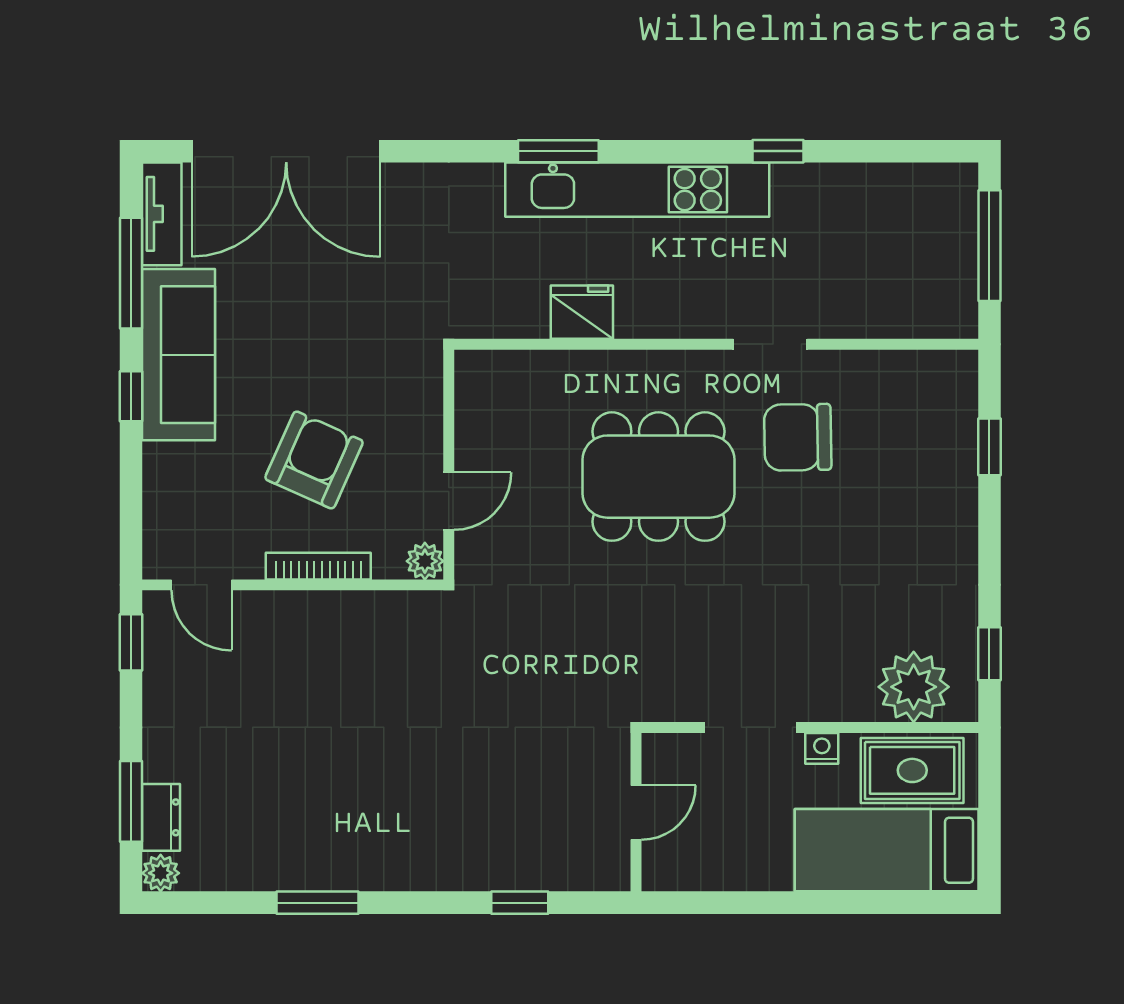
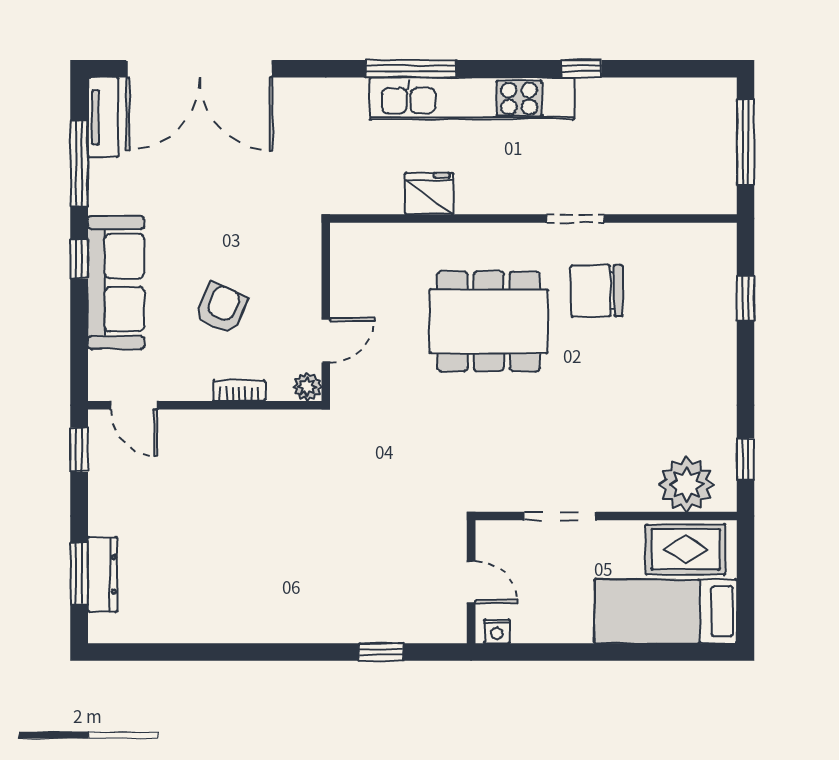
window: (558, 151) -> (411, 69), width x1.44
sofa: (179, 355) -> (116, 283), moved
armchair: (314, 460) -> (221, 308), width x0.72, depth x0.72
bookcase: (318, 566) -> (239, 391), width x0.64
nightstand: (822, 748) -> (497, 631), moved, turned 180
door: (636, 812) -> (471, 582), hinge flipped
dresser: (161, 817) -> (102, 574), width x1.44
plant: (161, 873) -> (102, 629), removed
window: (318, 903) -> (224, 652), removed

